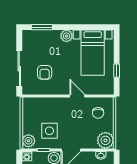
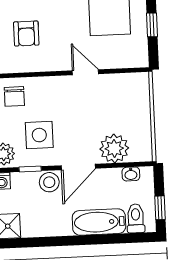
chair: (98, 113) -> (14, 96), moved
plant: (105, 140) -> (114, 148), moved

